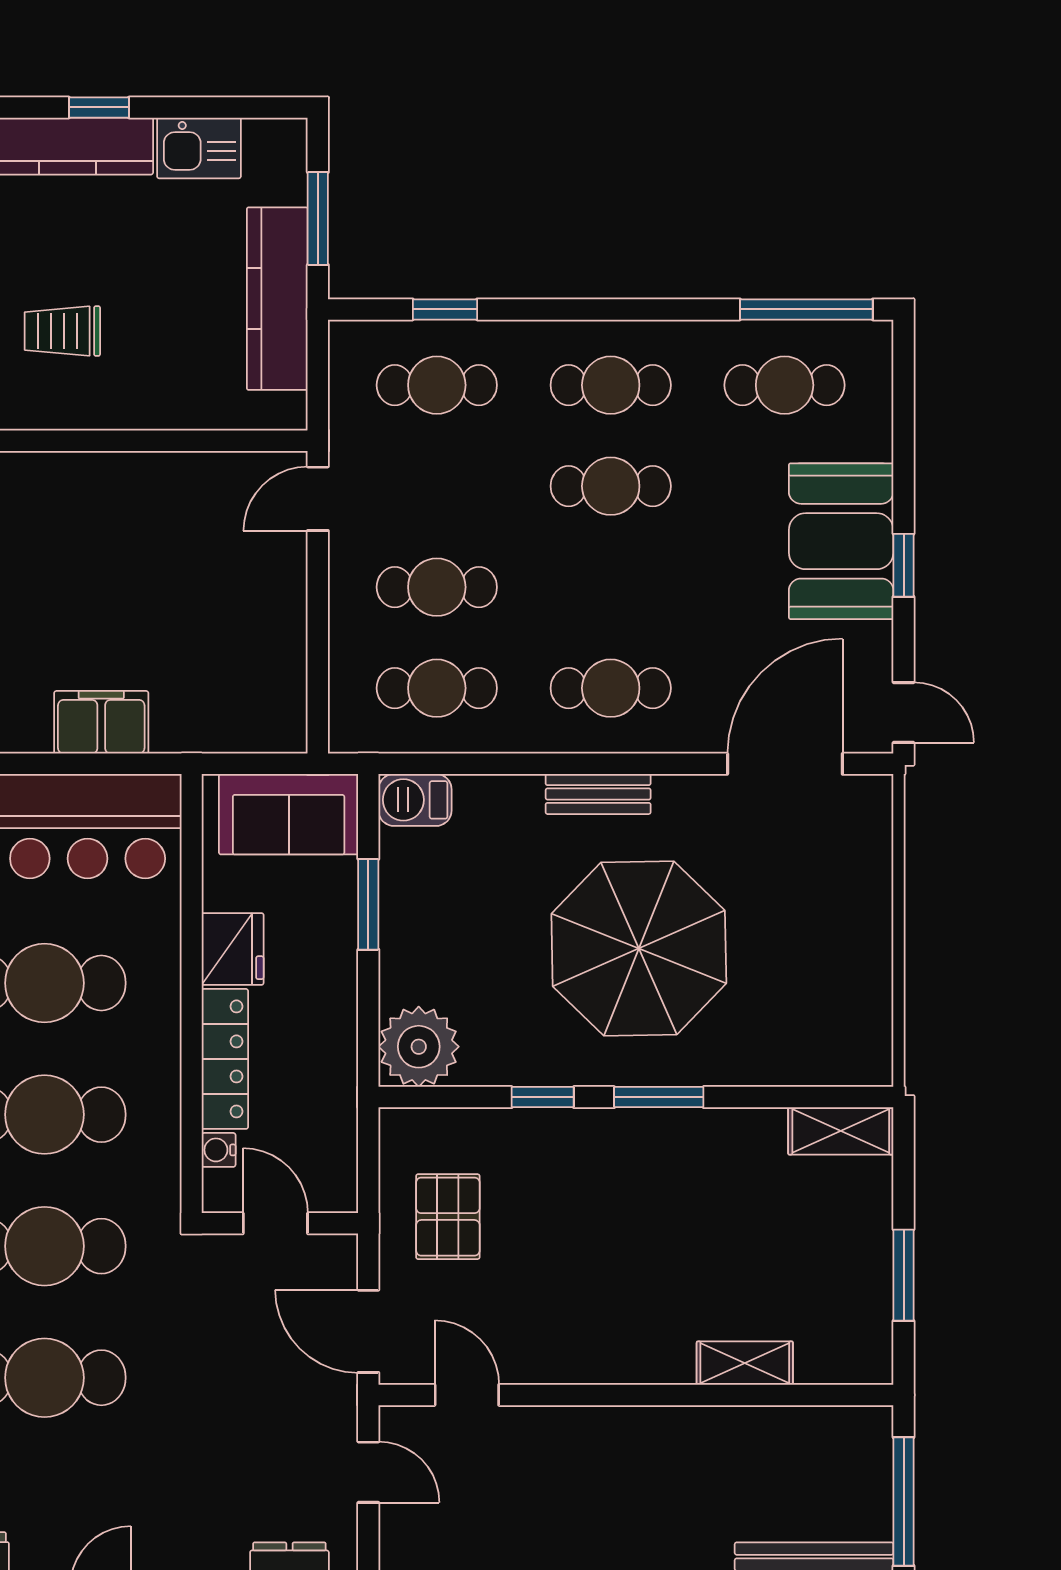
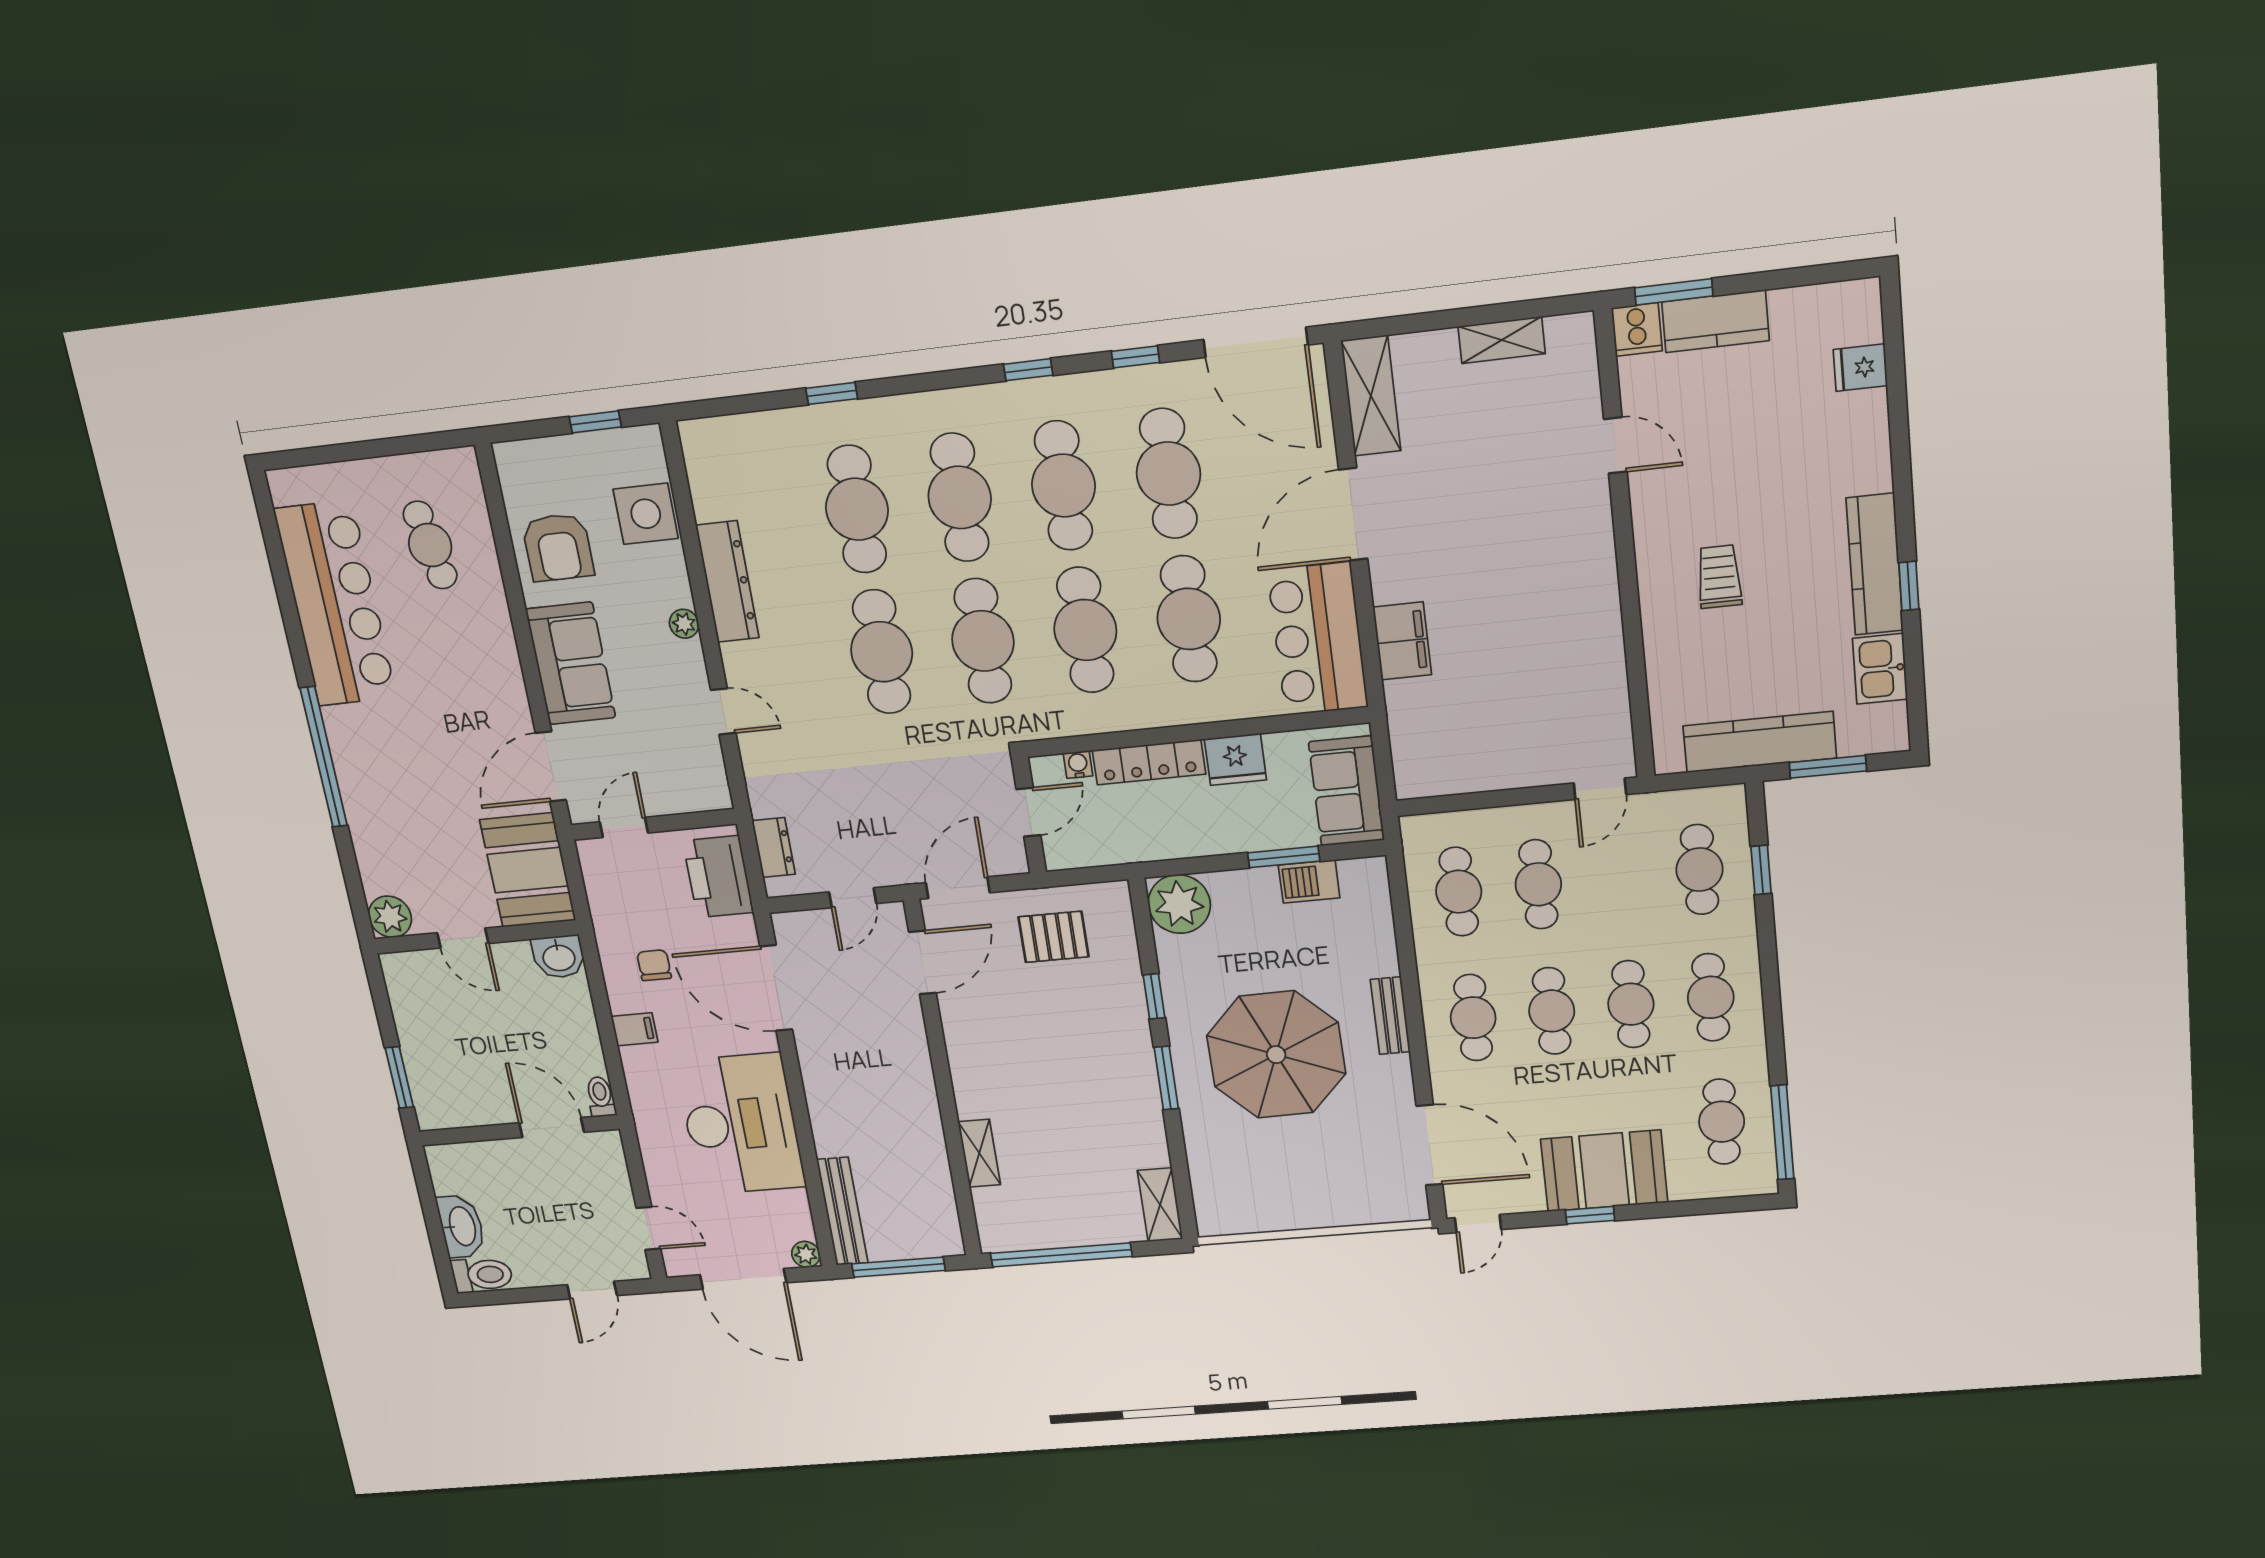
door: (318, 499) -> (1600, 789), swing flipped
cafe table: (611, 587) -> (1552, 1011), added
barbecue: (415, 800) -> (1309, 881), moved, turned -90
window: (904, 1275) -> (1061, 1255), width x2.11
door: (467, 1395) -> (922, 962), width x1.38

